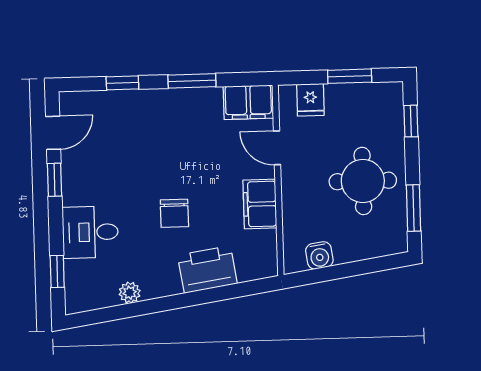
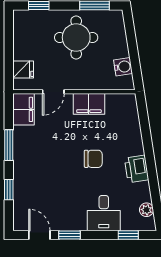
window: (350, 76) -> (9, 44), removed
printer: (207, 269) -> (137, 169), moved, width x0.73, depth x0.84
plant: (130, 293) -> (146, 210), moved

